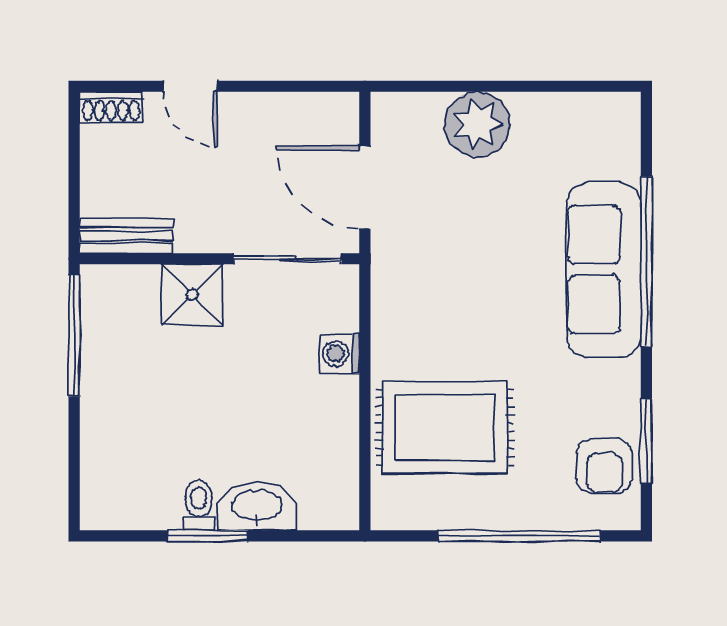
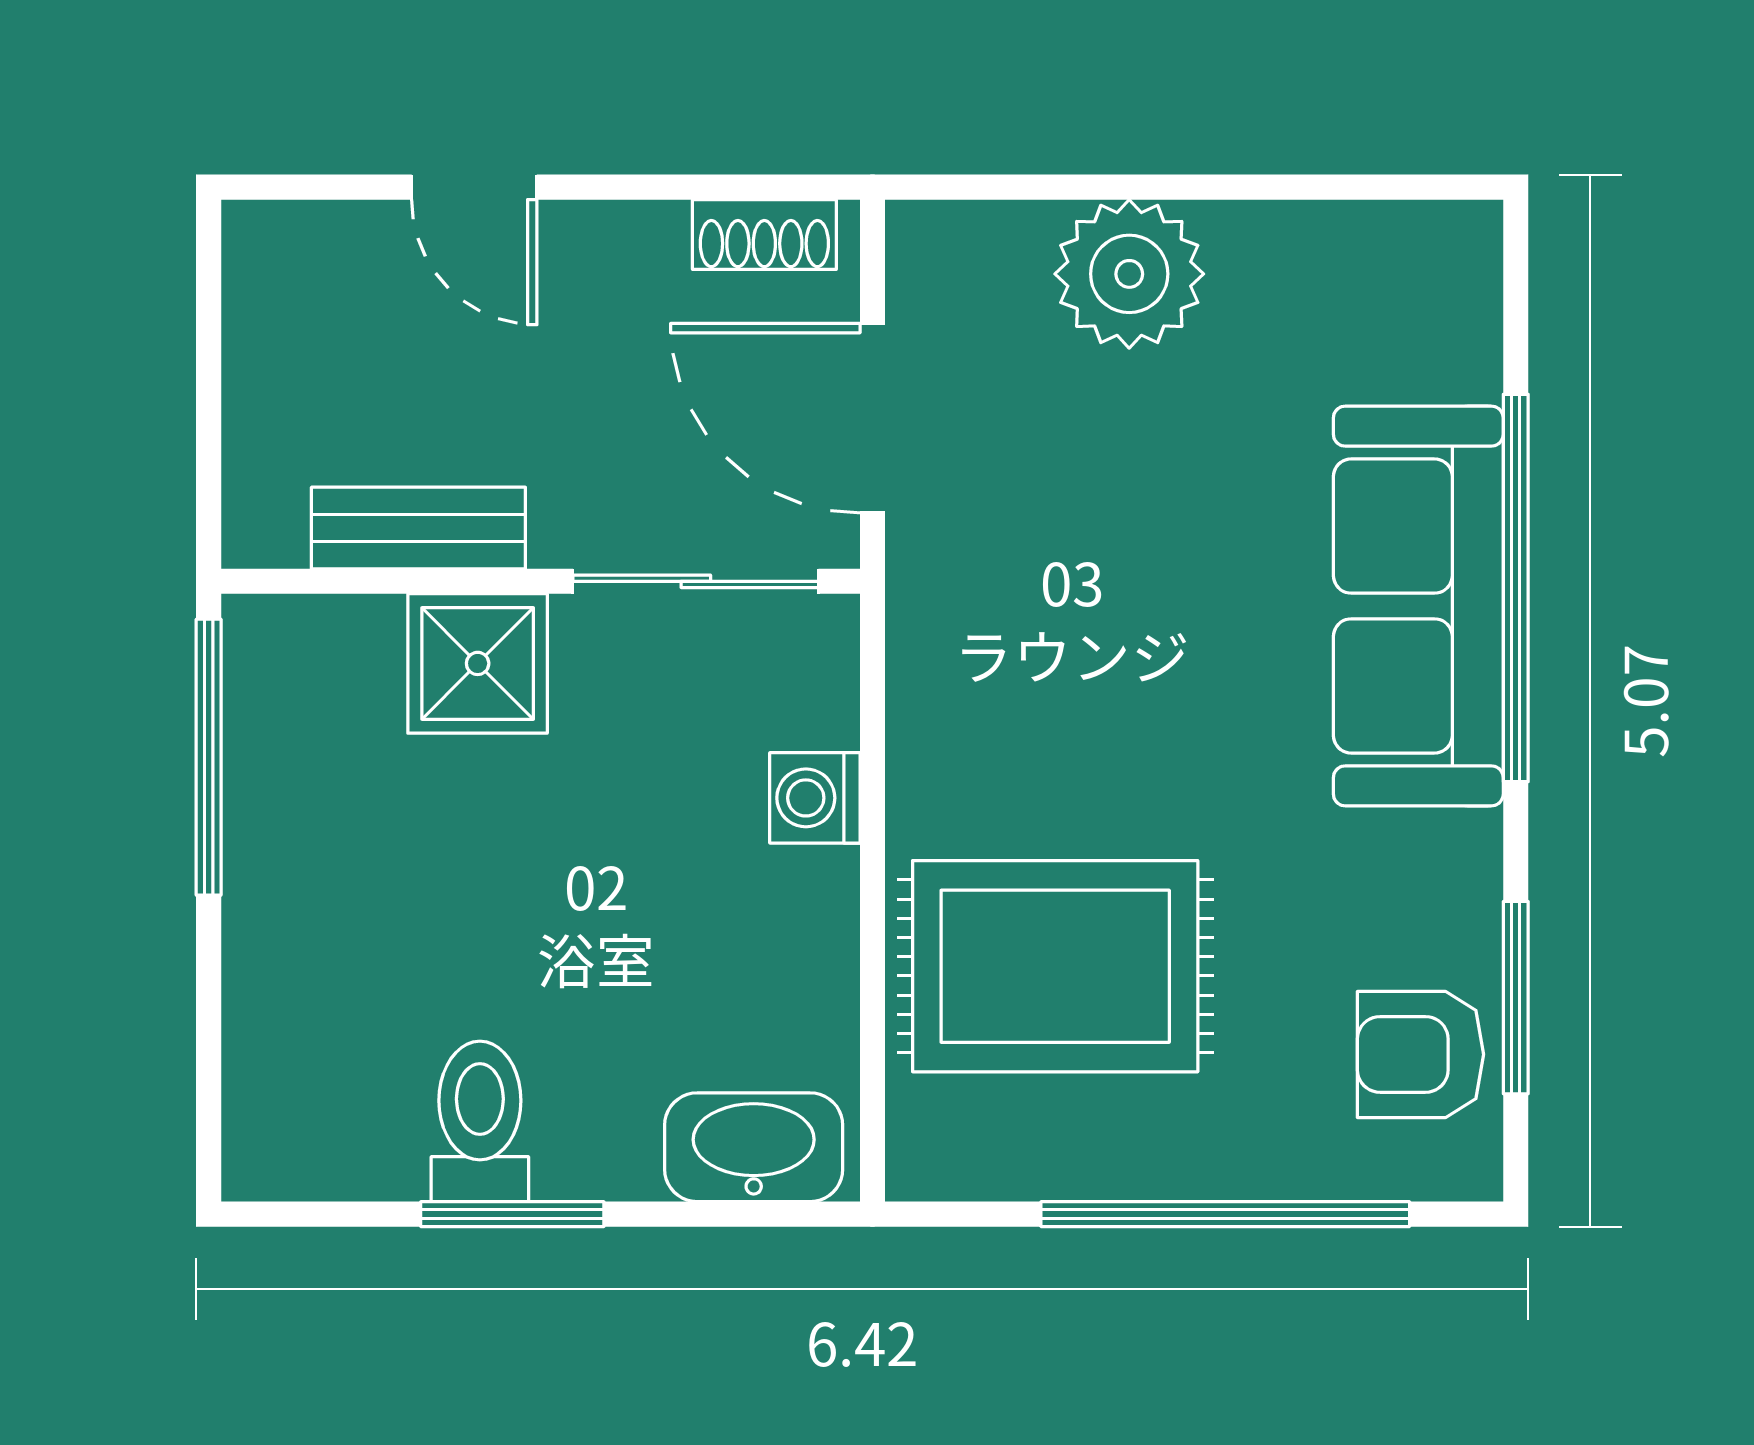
shoe rack: (111, 107) -> (764, 234), moved
bench: (126, 235) -> (418, 528), moved
armchair: (605, 466) -> (1420, 1054), turned 90
toilet: (199, 505) -> (480, 1121), width x1.37, depth x1.39
washbasin: (257, 507) -> (754, 1147), moved

